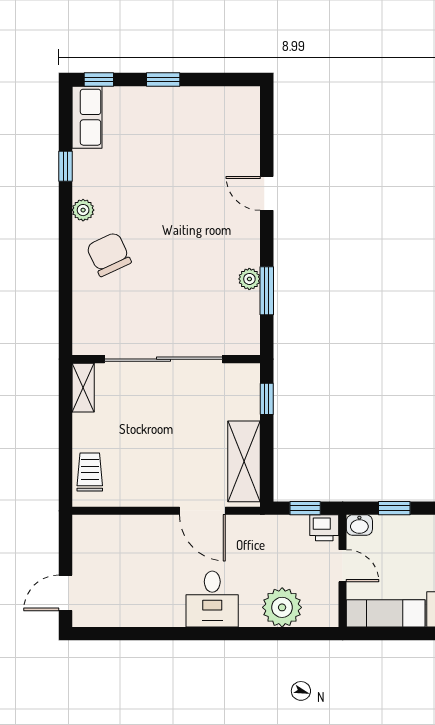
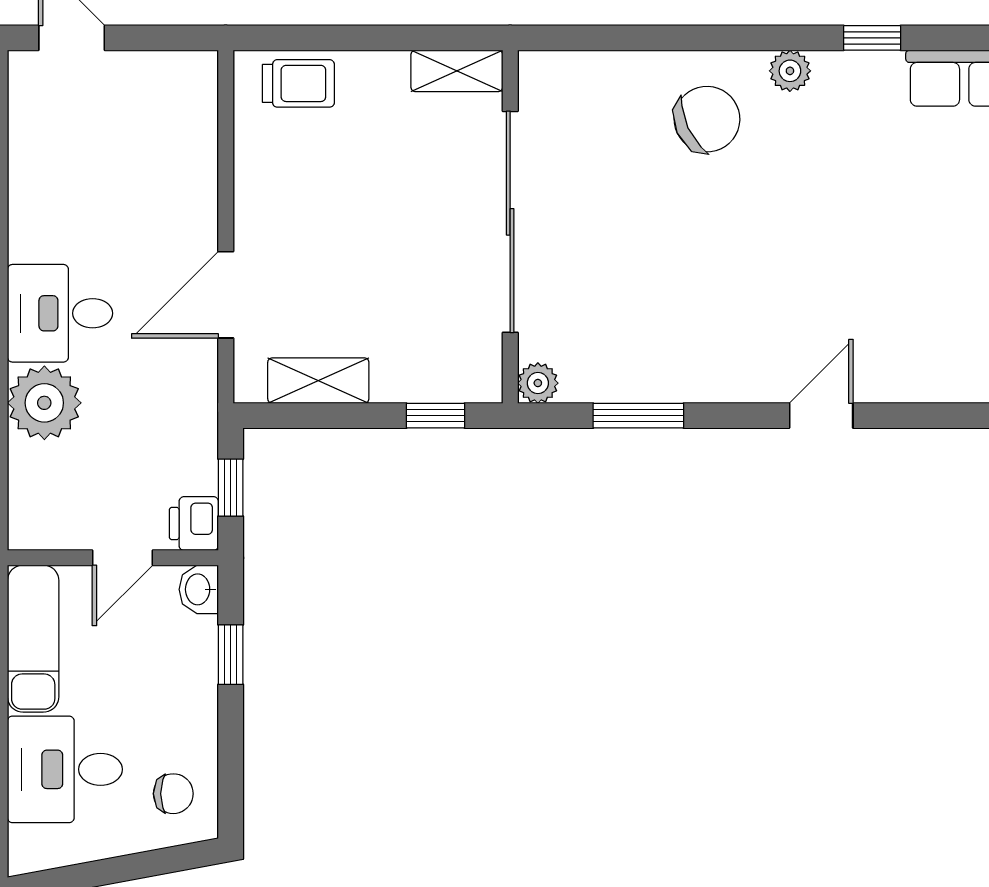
plant: (249, 279) -> (538, 383), moved
shelving: (244, 461) -> (318, 381), width x0.67, depth x0.75
plant: (282, 607) -> (44, 403), moved

